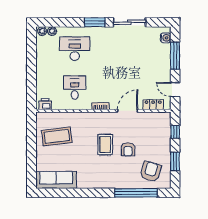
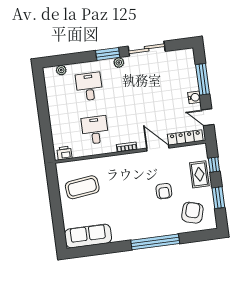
plant: (42, 31) -> (119, 63), moved
water cooler: (166, 38) -> (194, 97), moved
desk: (75, 49) -> (89, 87), width x0.73
locker: (153, 105) -> (185, 137), width x1.53
door: (128, 111) -> (158, 148), hinge flipped
rug: (105, 145) -> (199, 174), moved
window: (136, 193) -> (155, 242), moved

